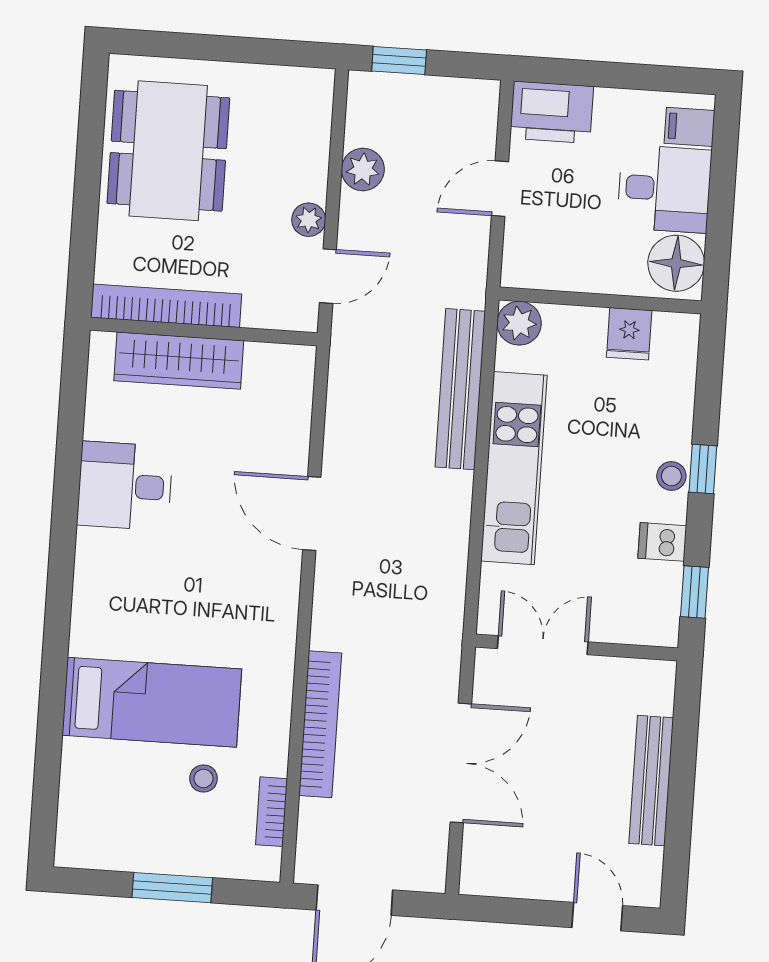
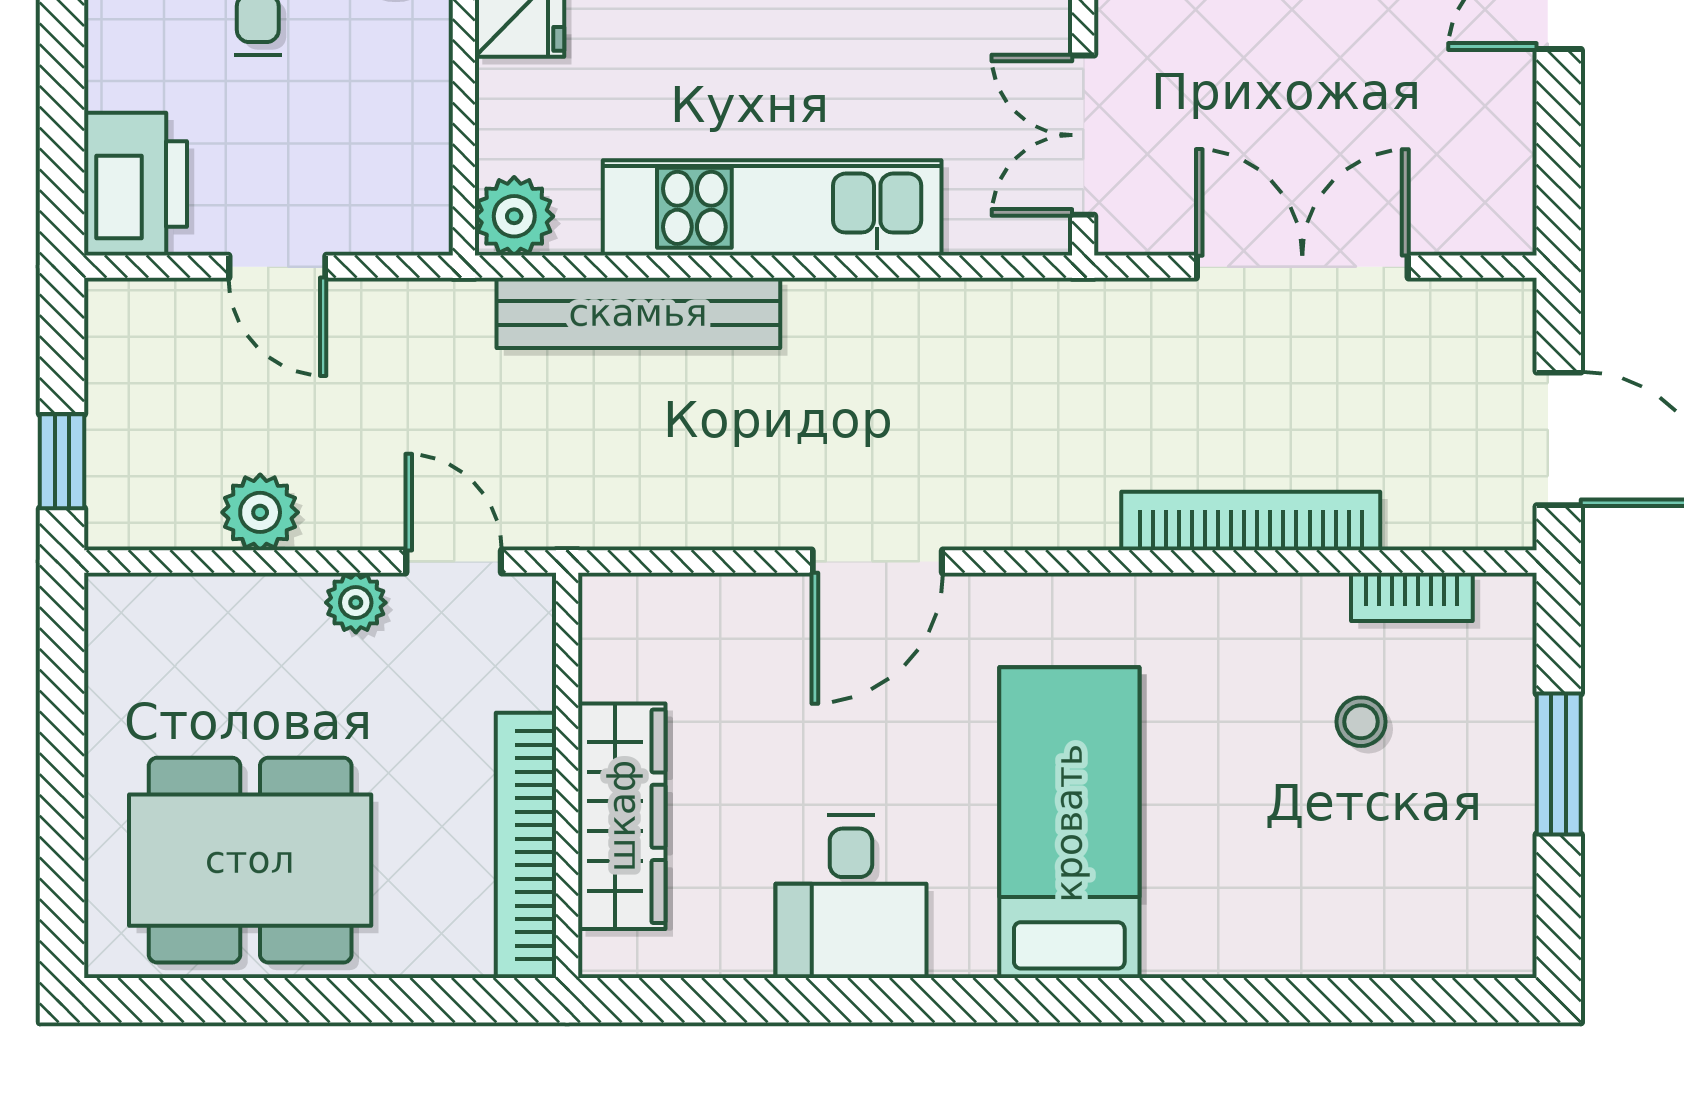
bed: (152, 702) -> (1069, 823), moved

